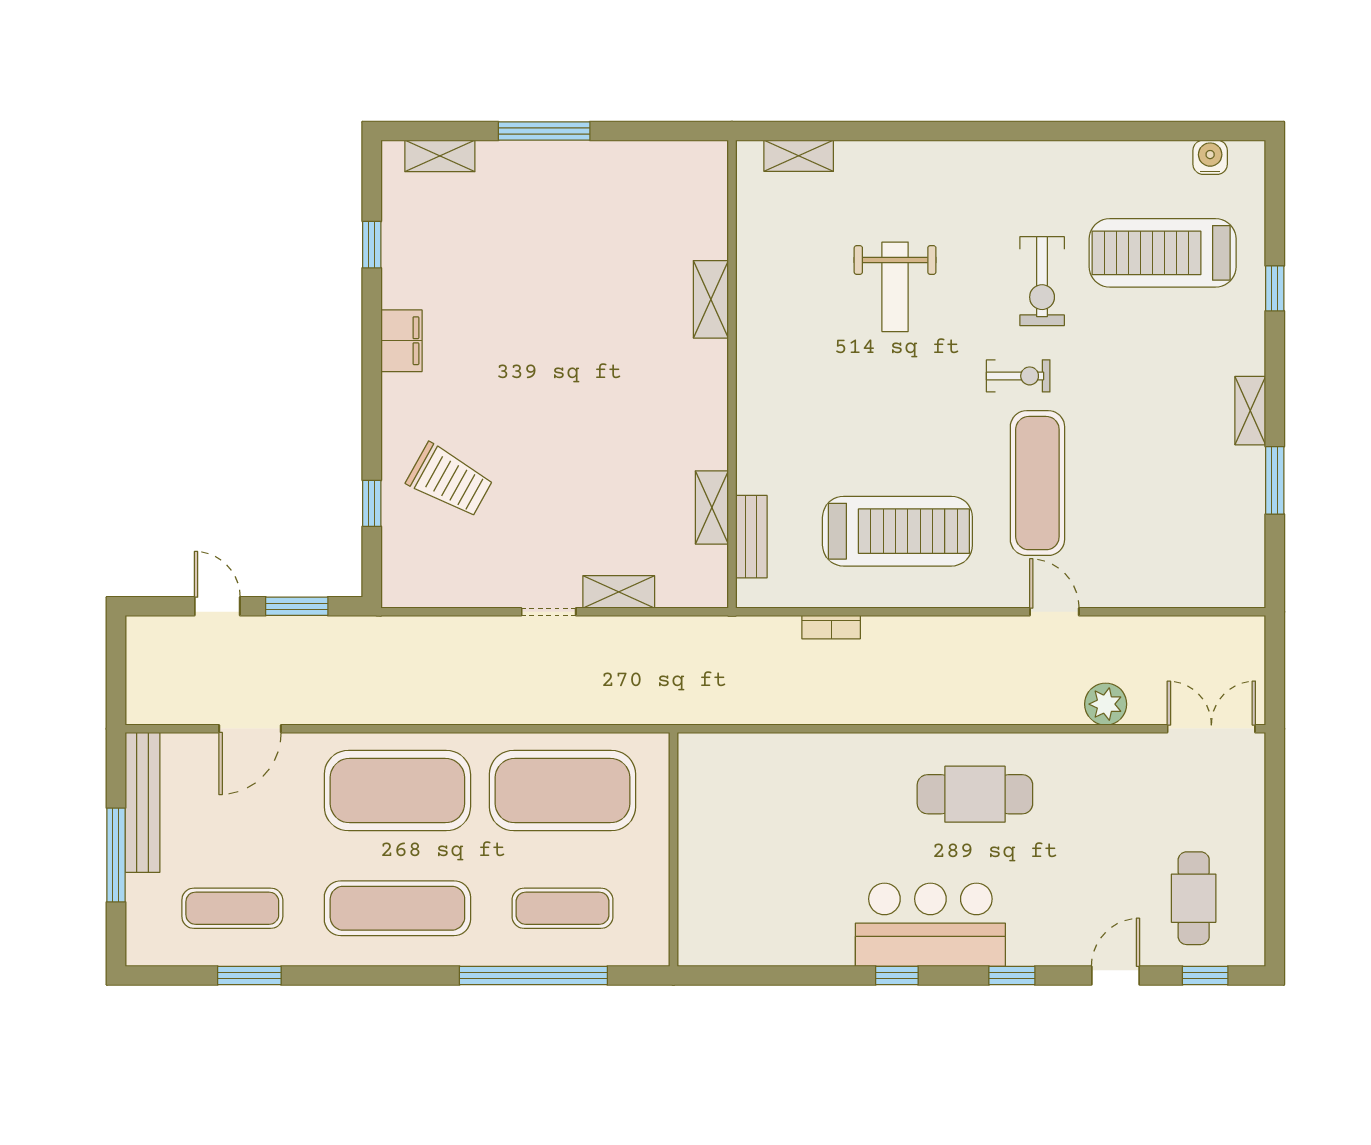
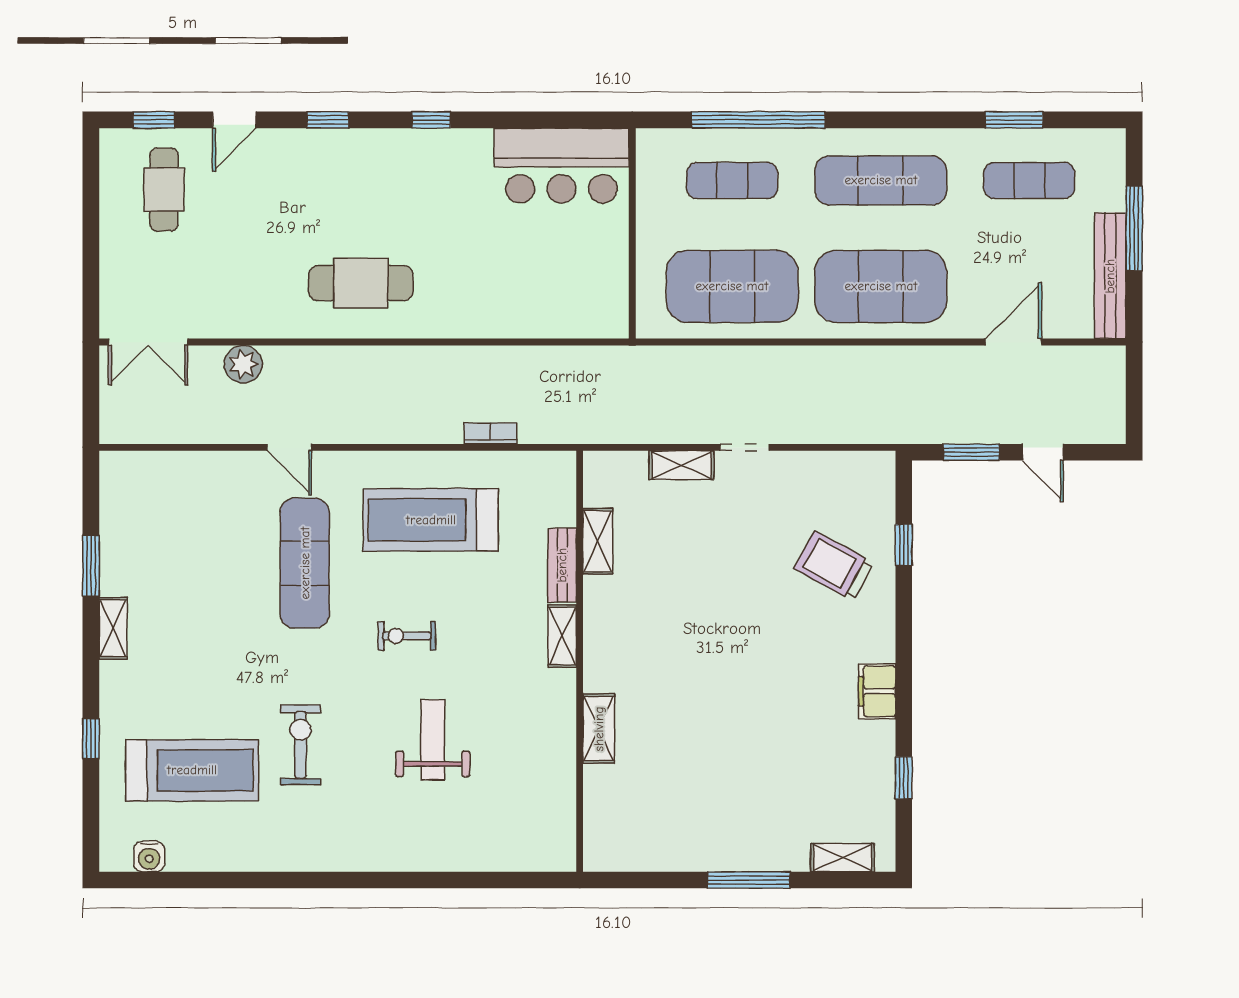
shelving: (799, 156) -> (562, 636), moved, turned 90
exercise bike: (1018, 376) -> (407, 636), moved
bench: (751, 537) -> (562, 565), moved
bar counter: (930, 925) -> (562, 166), moved

